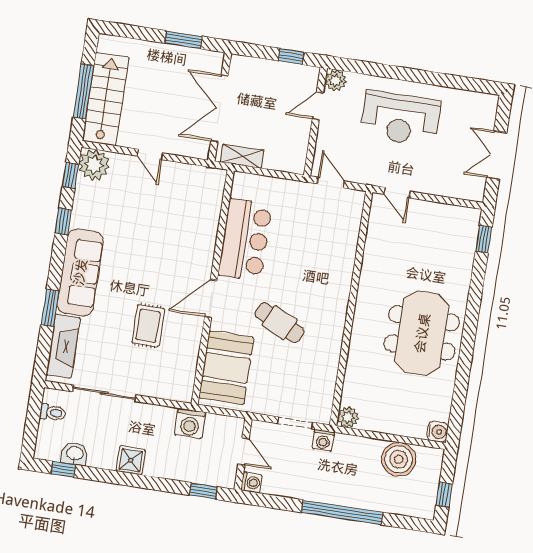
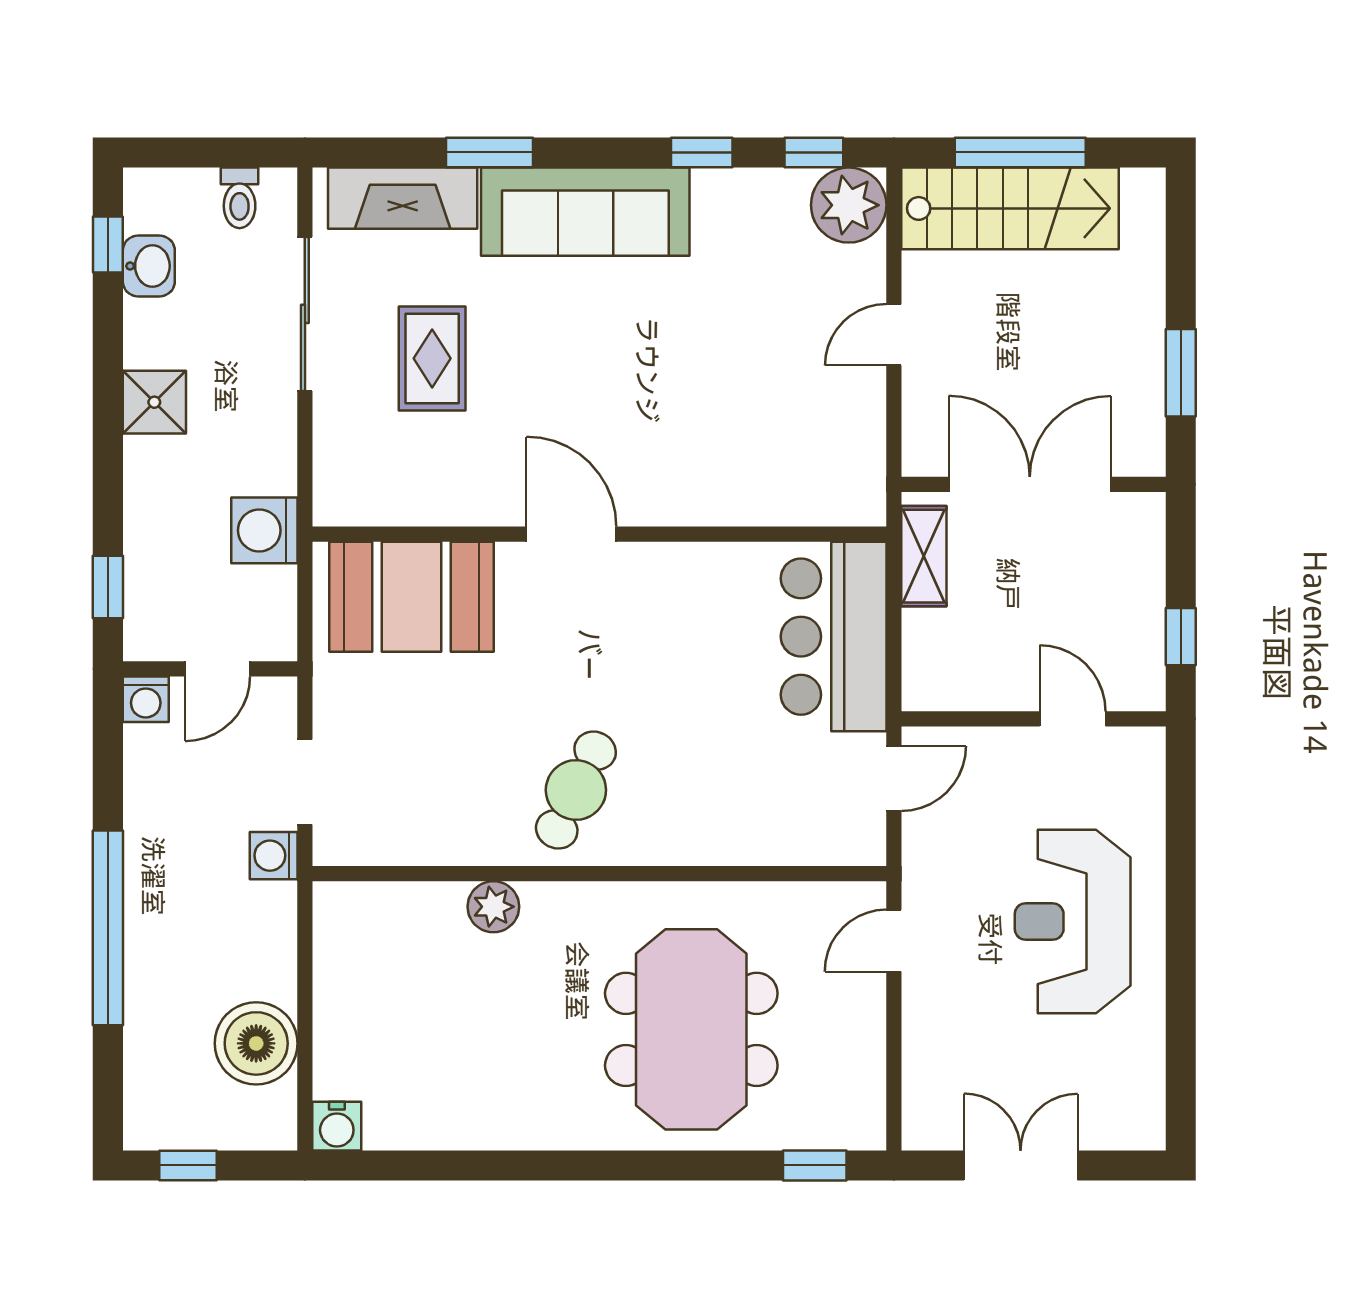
plant: (336, 80) -> (1140, 752), removed
bar counter: (245, 240) -> (834, 637), moved, turned 90
cafe table: (279, 323) -> (576, 790), moved
rug: (148, 326) -> (432, 358), moved, turned 90
meeting table: (422, 333) -> (691, 1029), moved, turned 90
plant: (348, 417) -> (493, 907), moved

